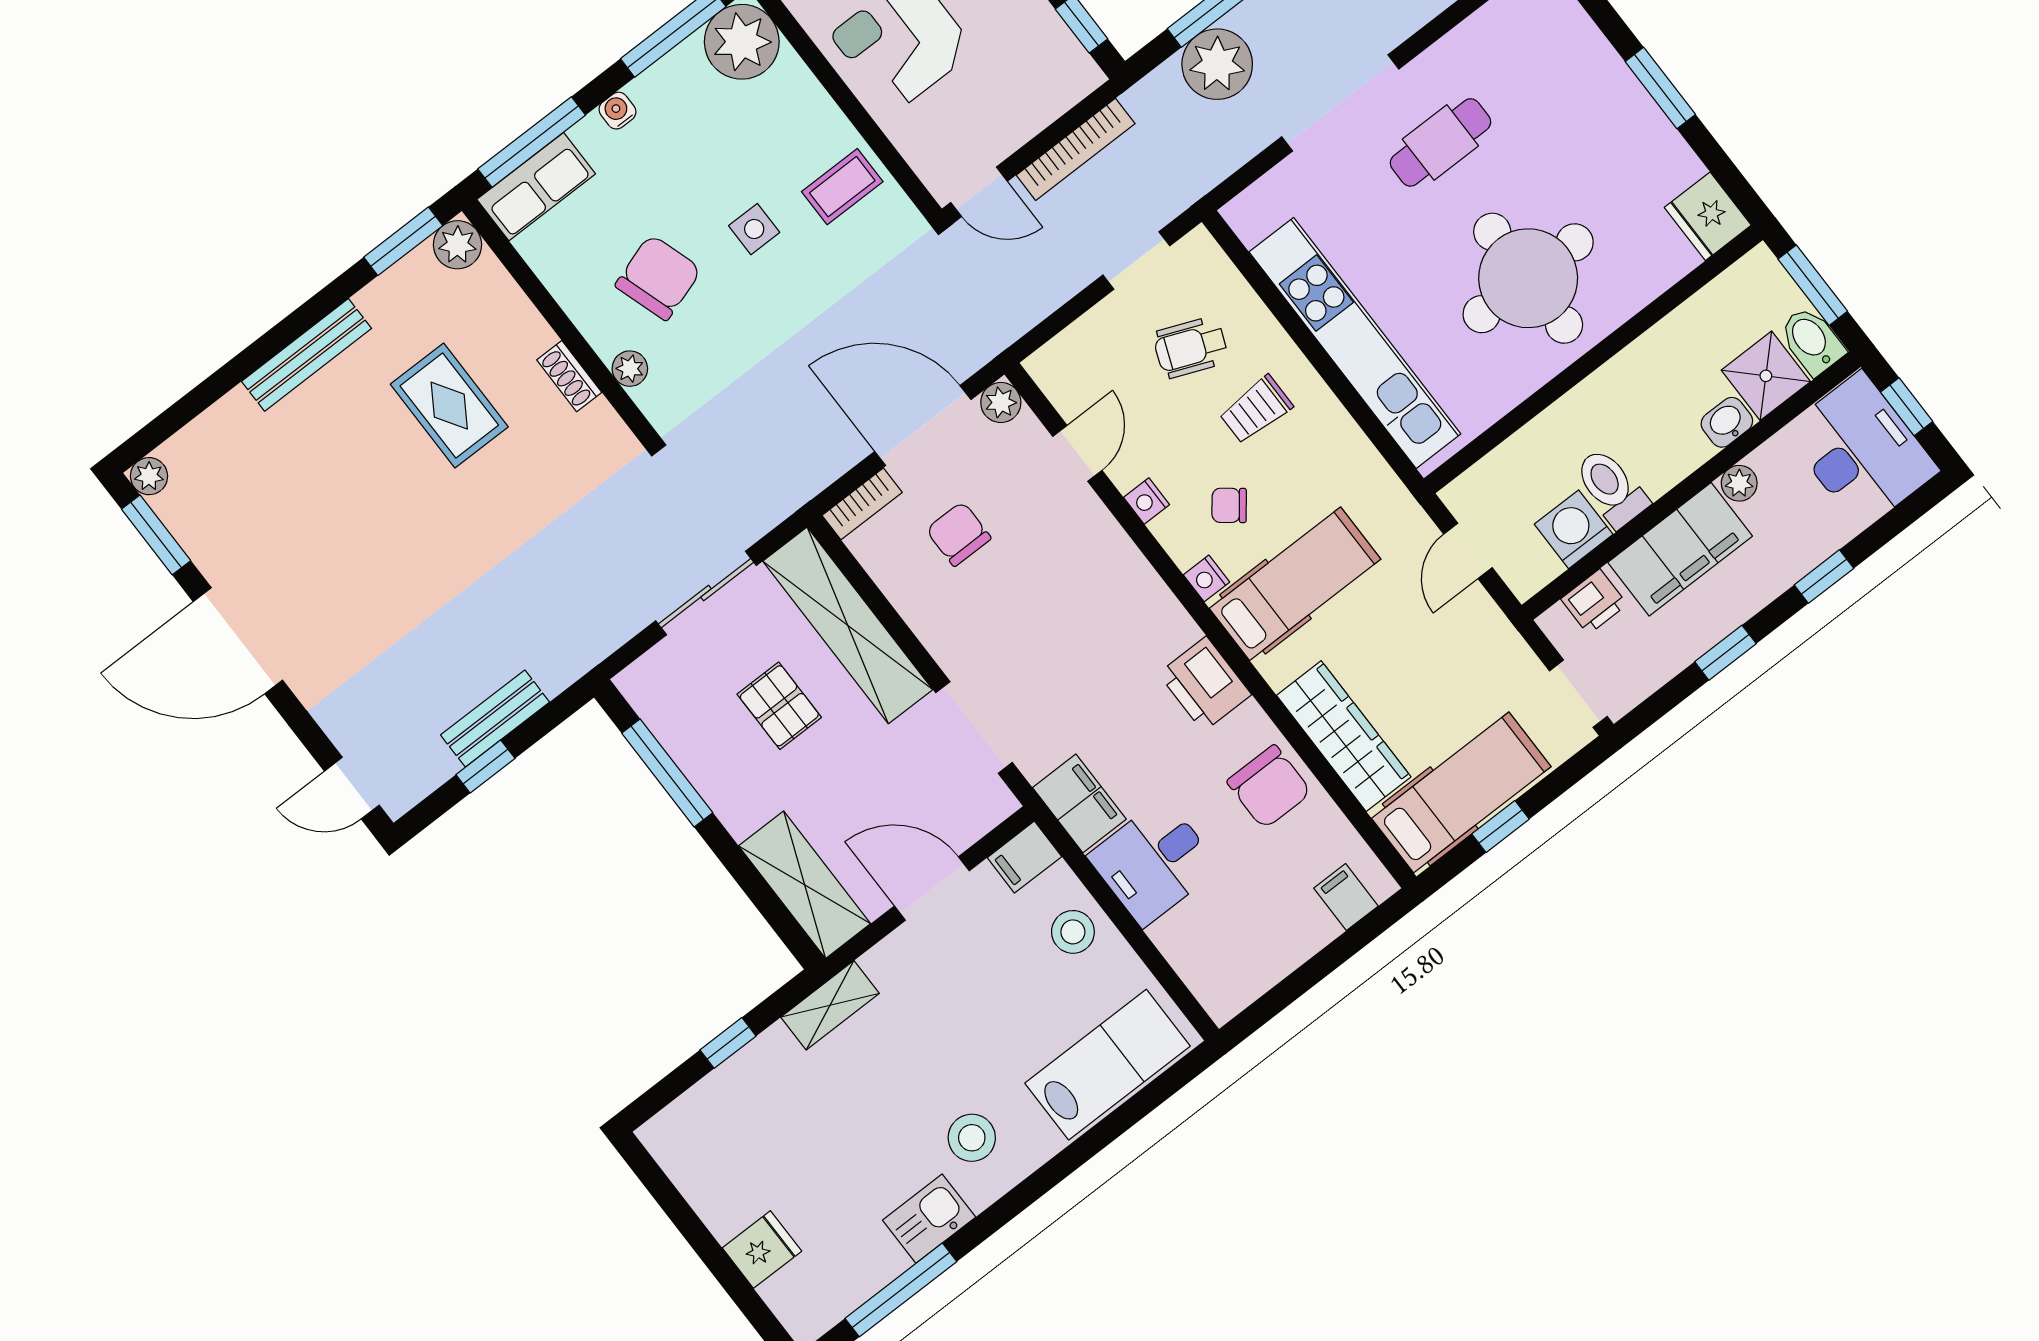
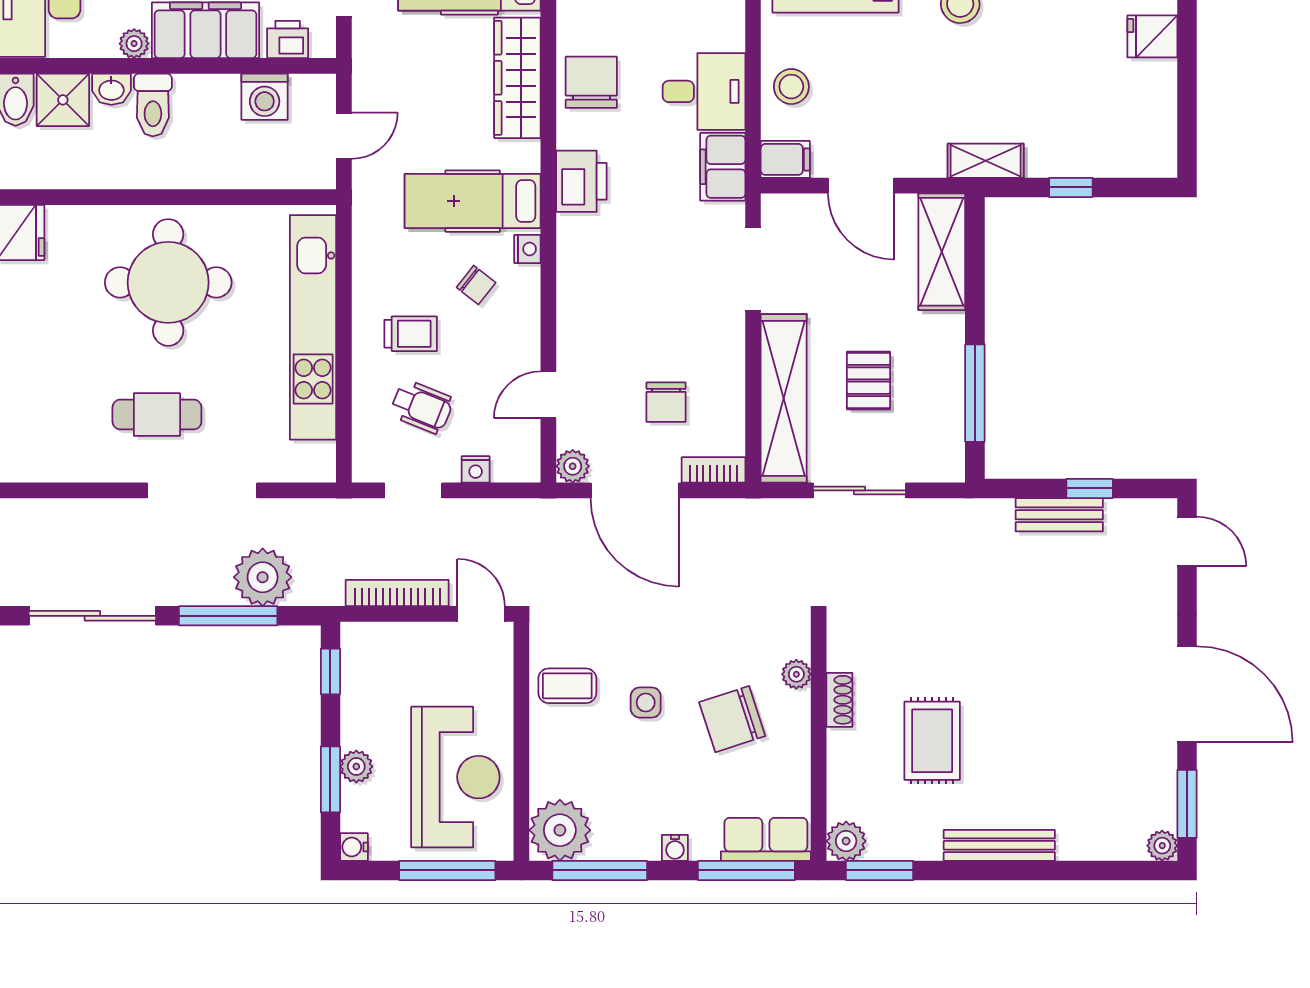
toilet: (1611, 488) -> (153, 105), moved
nightstand: (1146, 501) -> (476, 469), moved, turned 90

